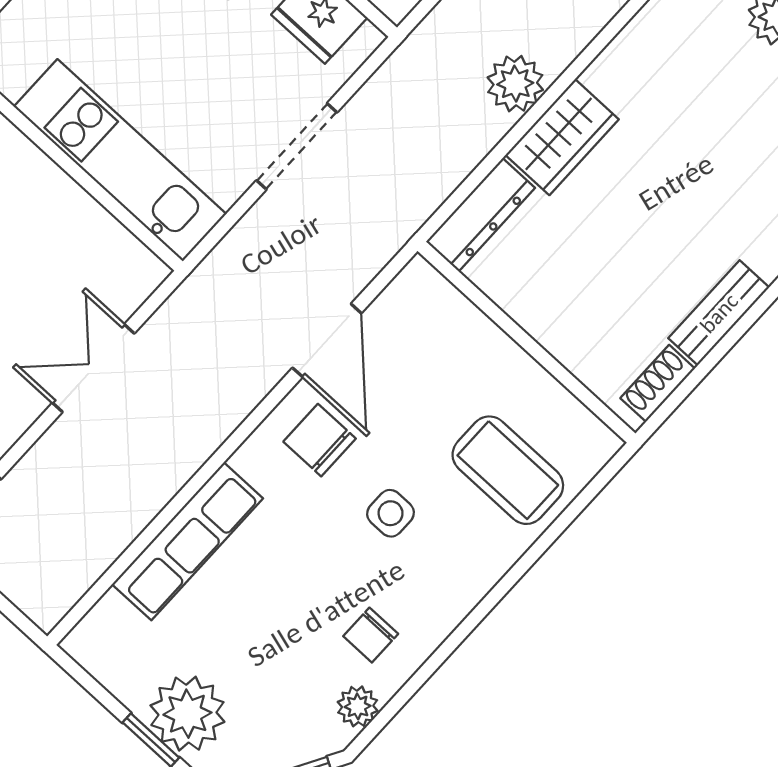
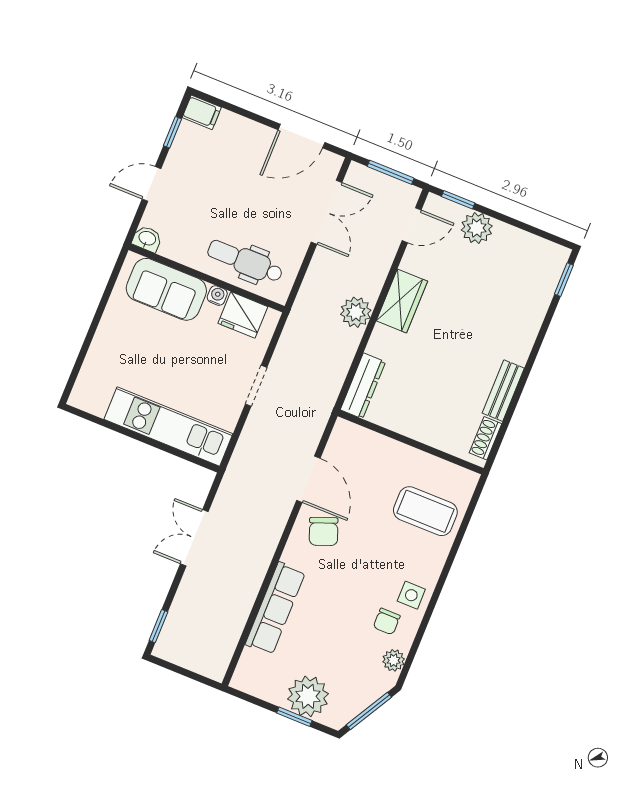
wardrobe: (562, 137) -> (402, 301), moved
doorway: (297, 146) -> (256, 386), width x0.73
chair: (320, 440) -> (324, 532), turned -111
side table: (391, 513) -> (411, 595), moved

